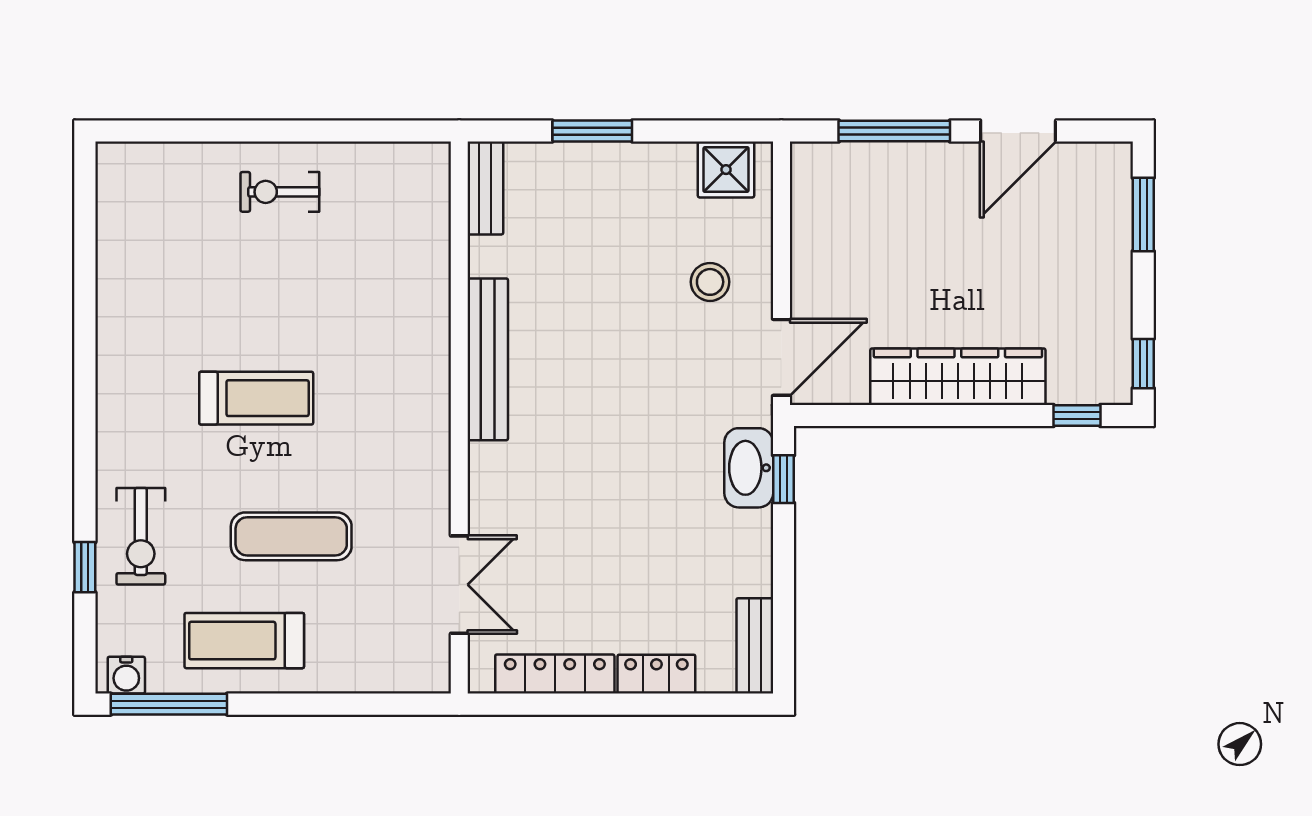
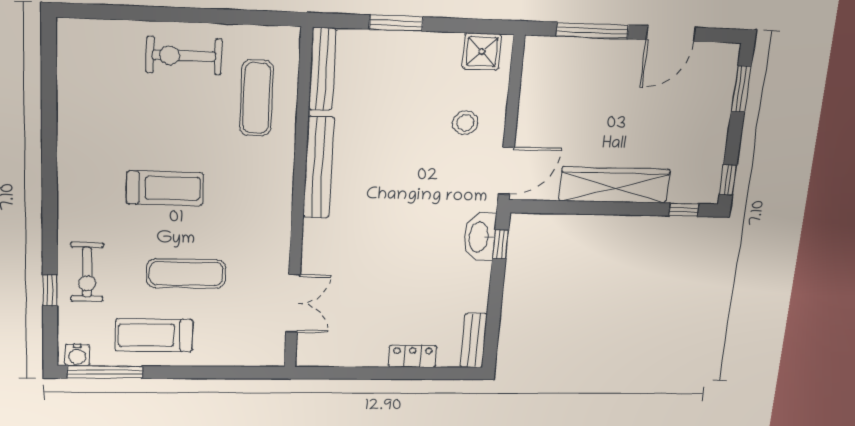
bench: (485, 188) -> (322, 69), width x1.36
exercise bike: (280, 192) -> (184, 56), width x1.38, depth x1.39
exercise mat: (389, 253) -> (257, 98), added
locker: (555, 674) -> (350, 356), removed

